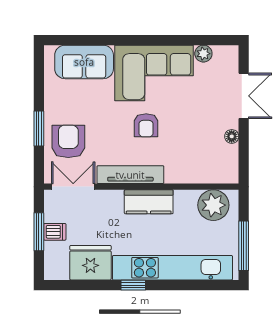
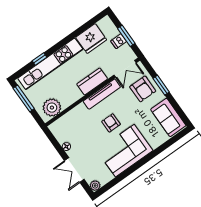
plant: (203, 54) -> (95, 186), moved
sofa: (84, 62) -> (168, 117), moved, turned -90
kitchen counter: (149, 202) -> (92, 81), moved
window: (133, 285) -> (40, 59), moved

